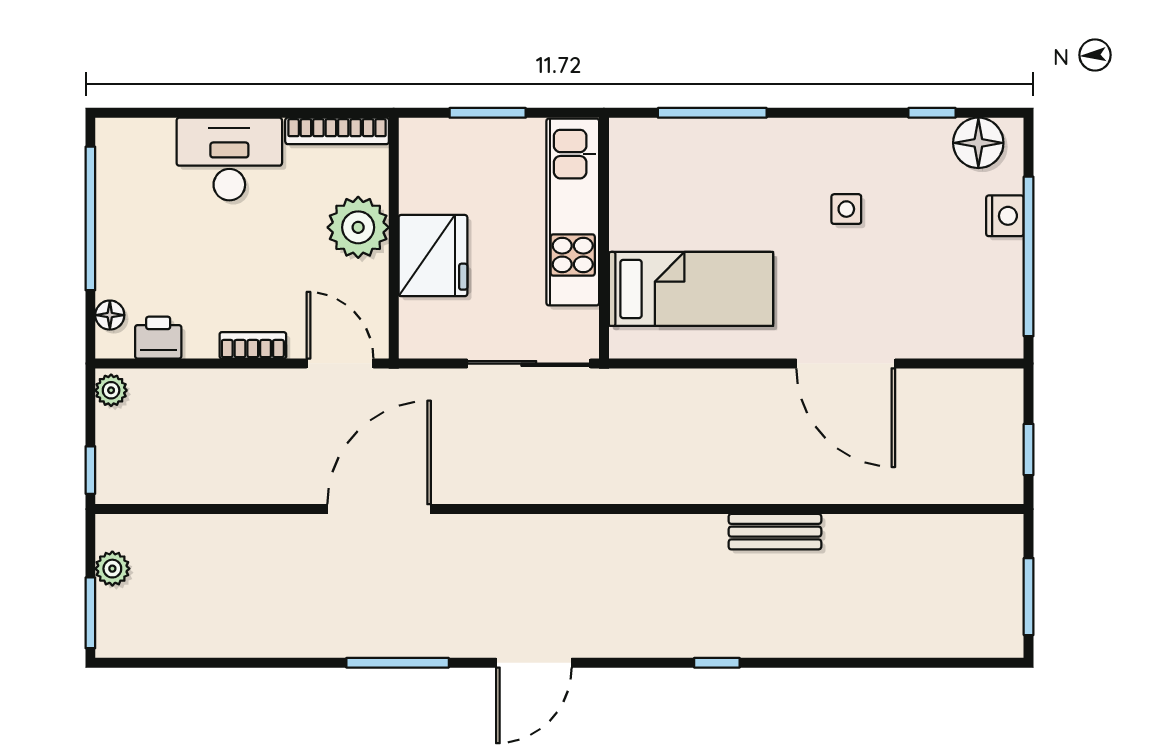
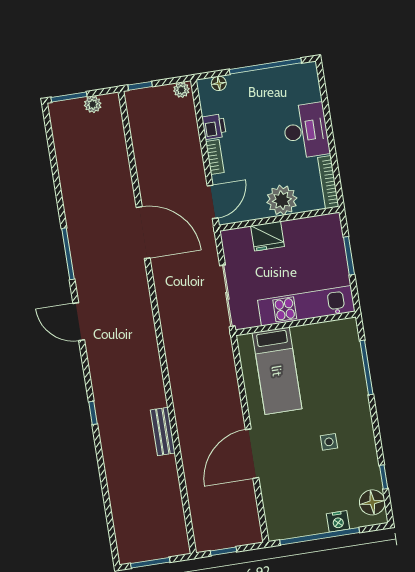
fridge: (433, 256) -> (268, 236), width x0.73, depth x0.75
printer: (158, 338) -> (214, 127), moved

